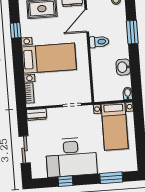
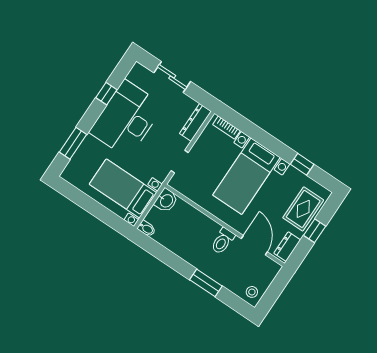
washbasin: (123, 67) -> (166, 201), moved, turned 90
dresser: (37, 114) -> (195, 122), width x1.44

